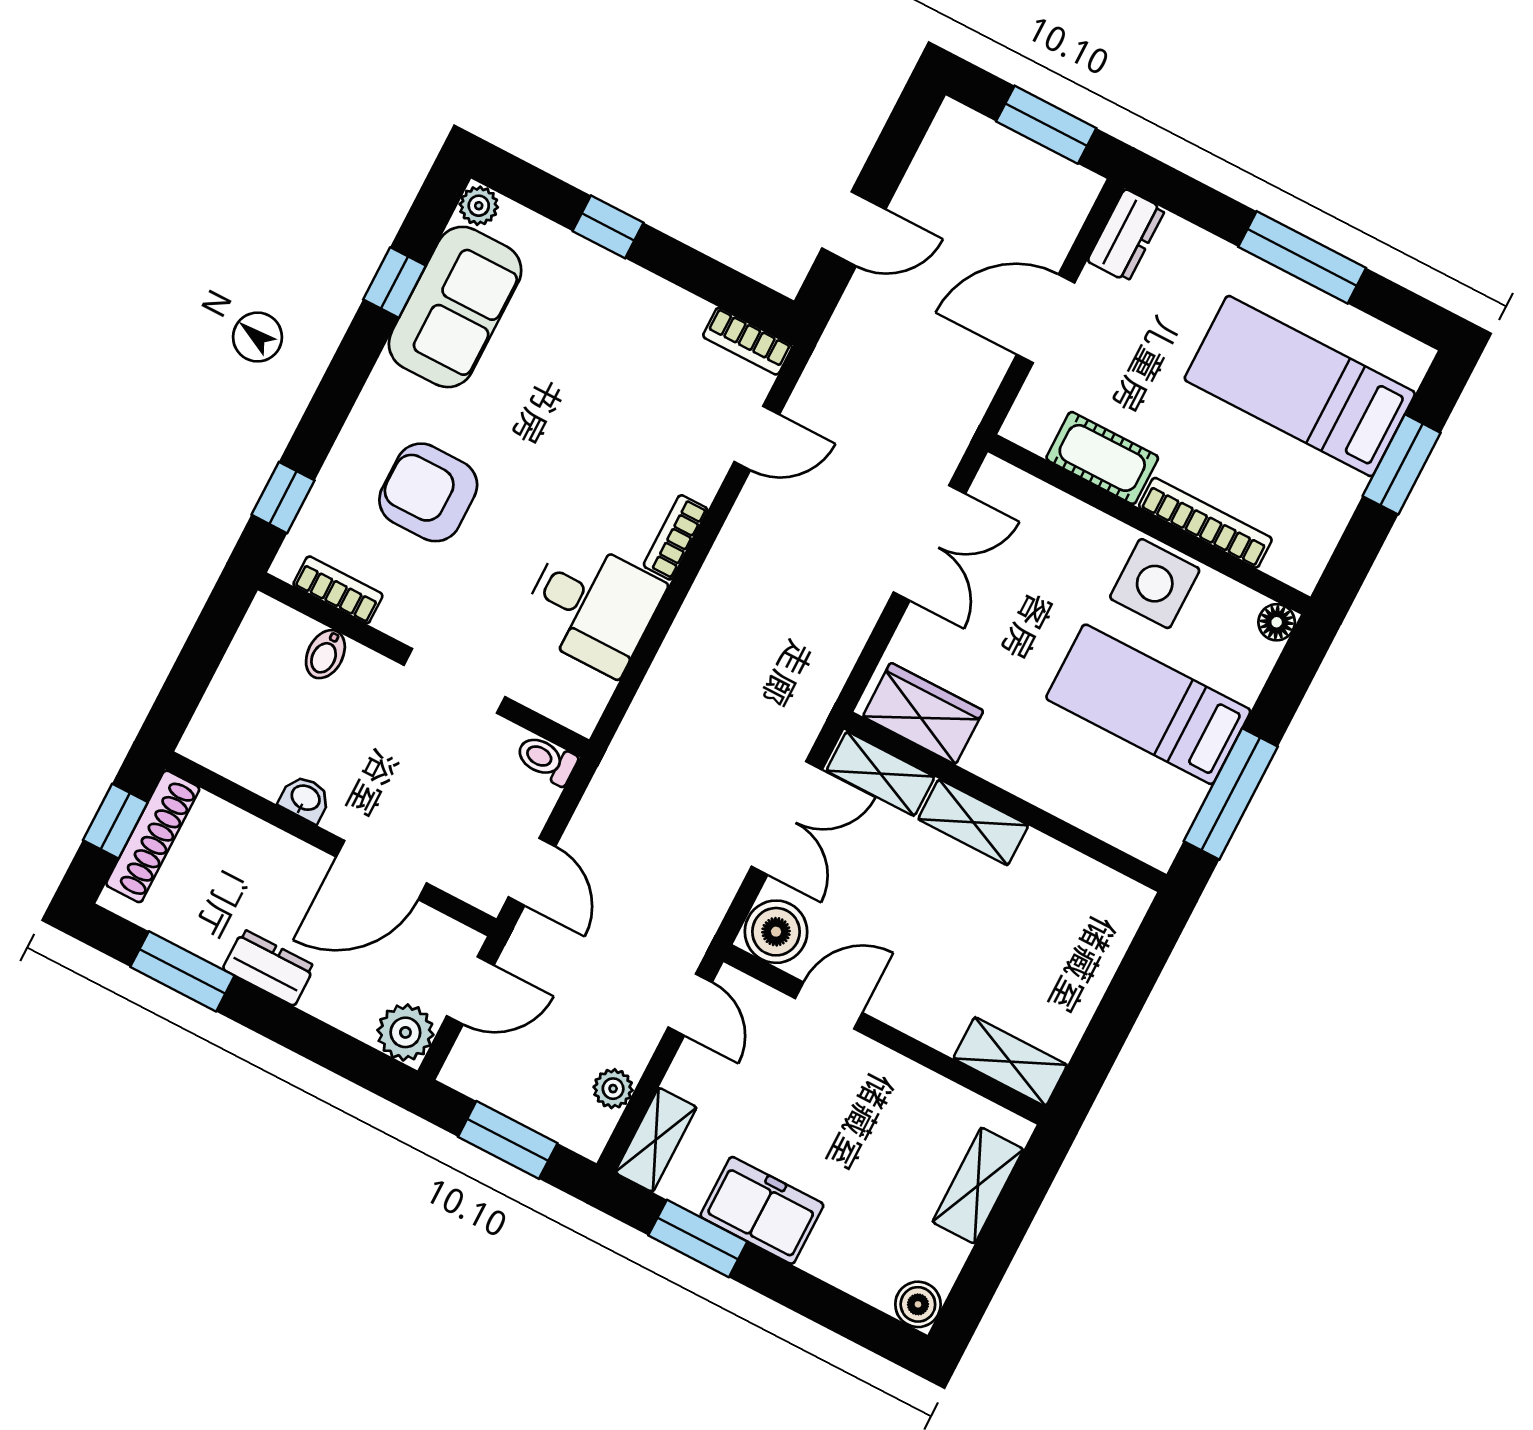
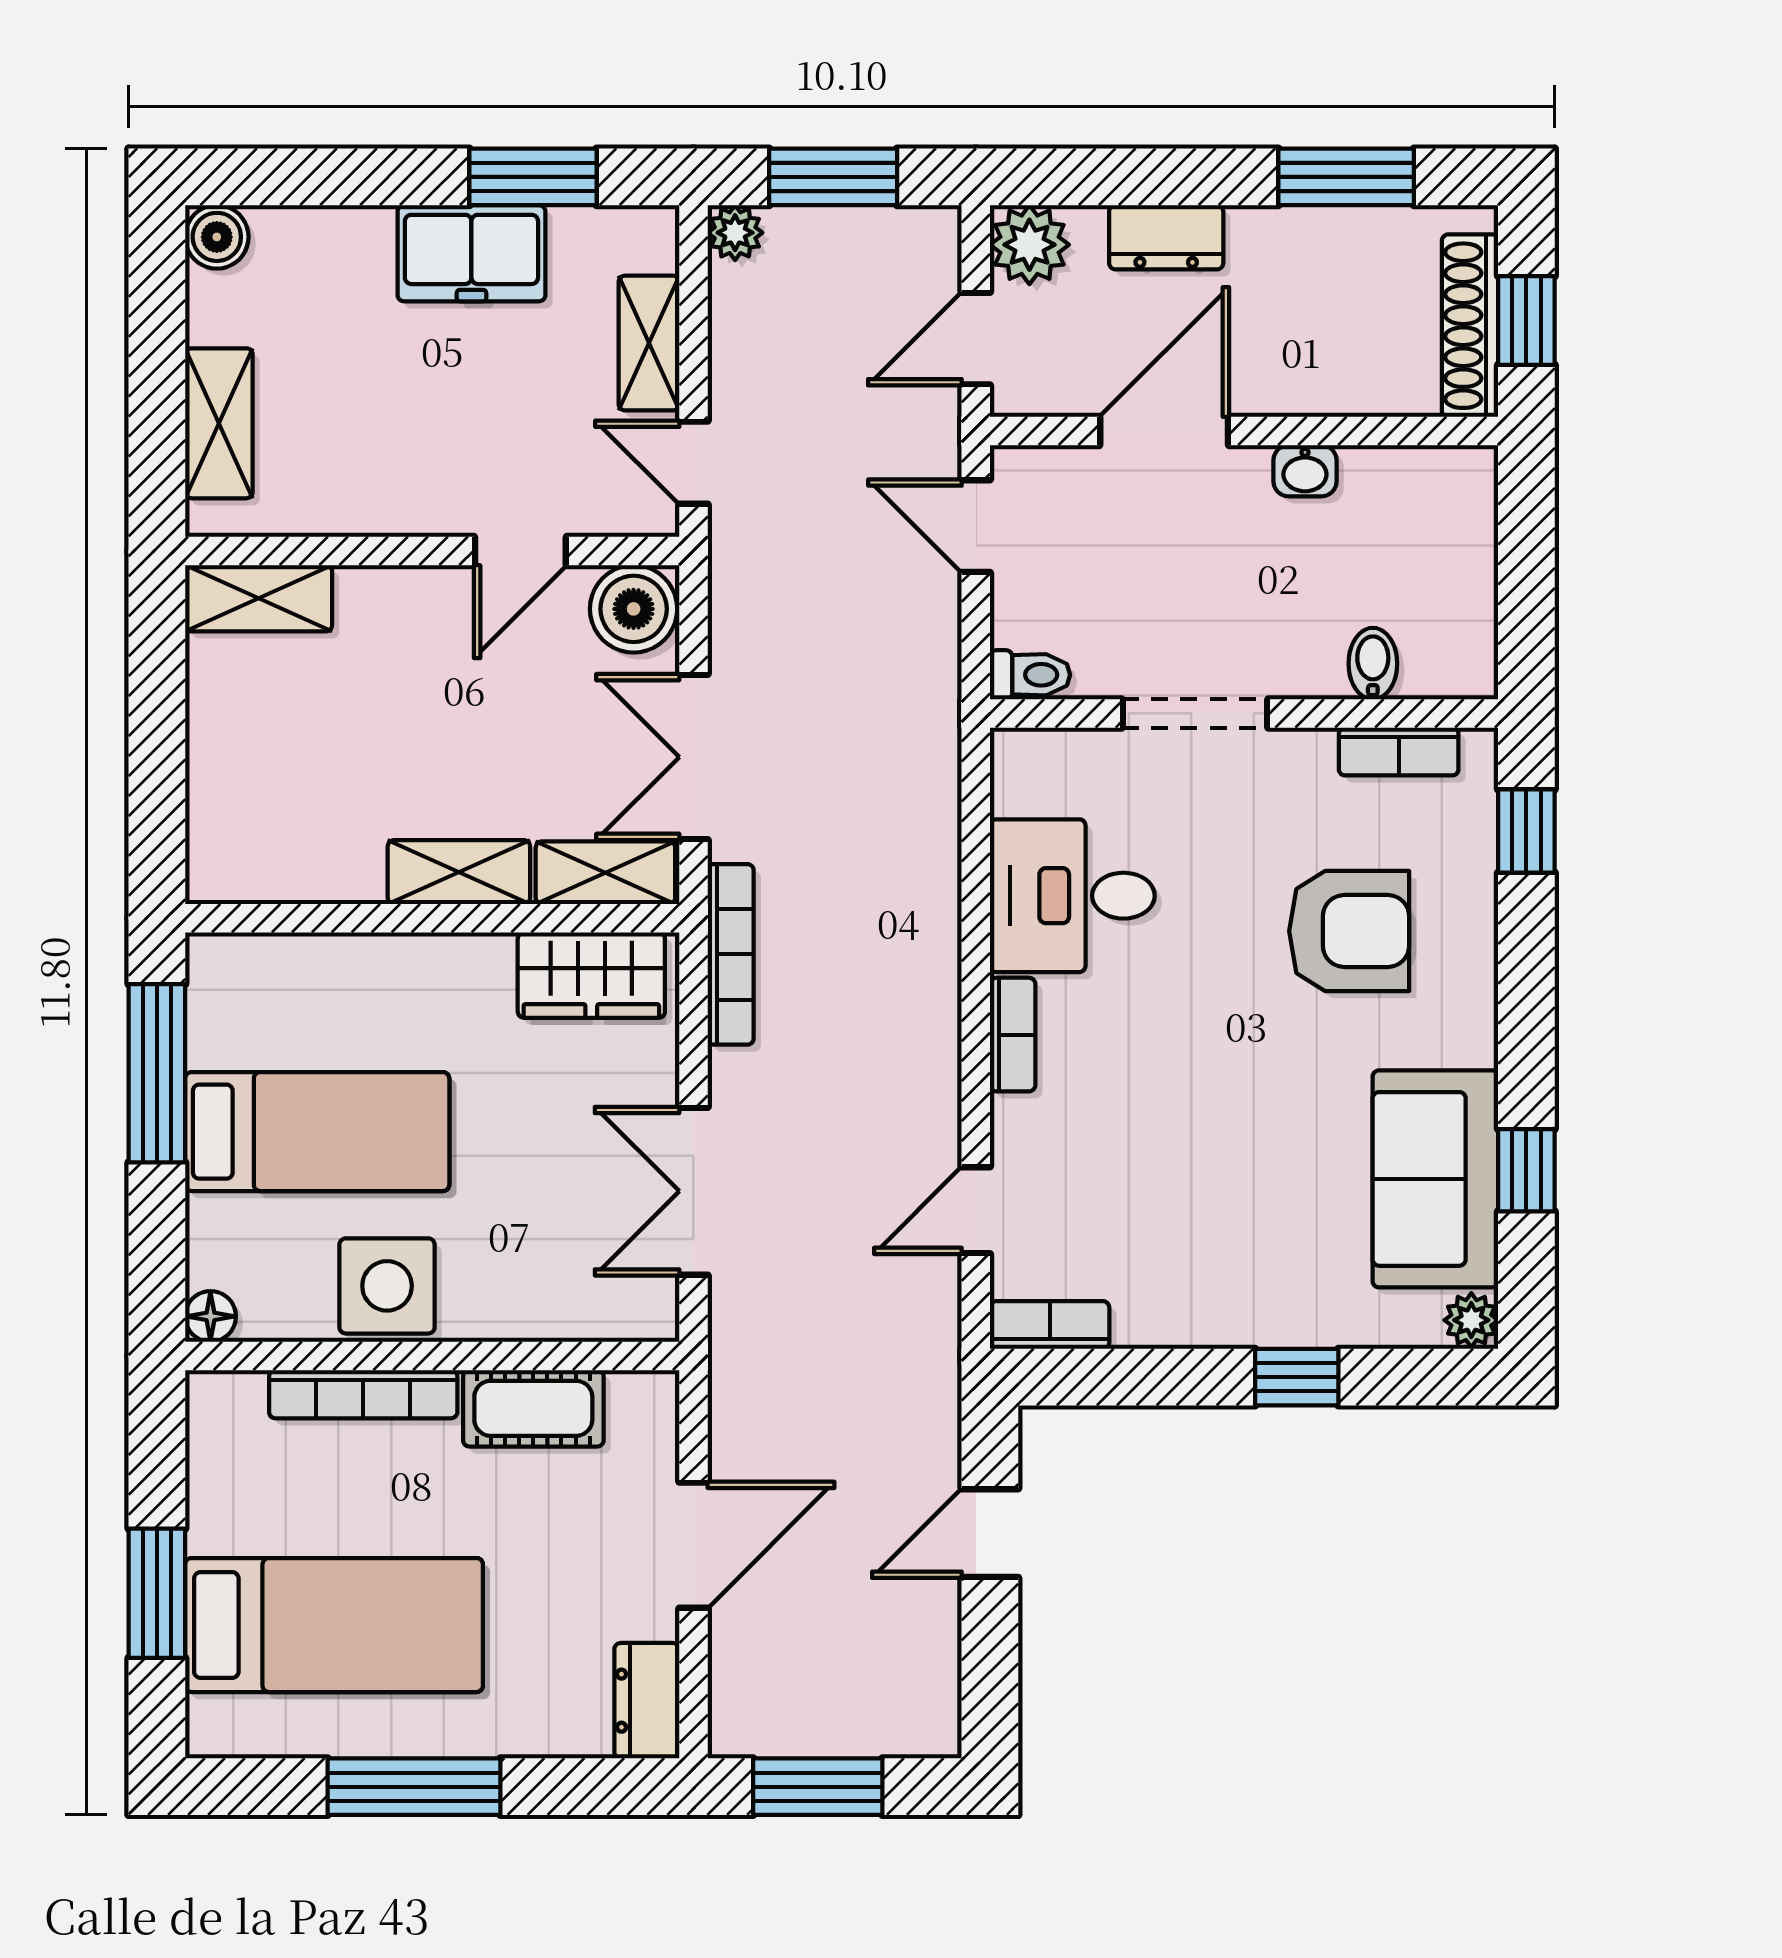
bookcase: (828, 681) -> (731, 954), added
dresser: (269, 968) -> (1166, 237), moved
plant: (613, 1089) -> (735, 233), moved
shelving: (656, 1140) -> (649, 343), moved

